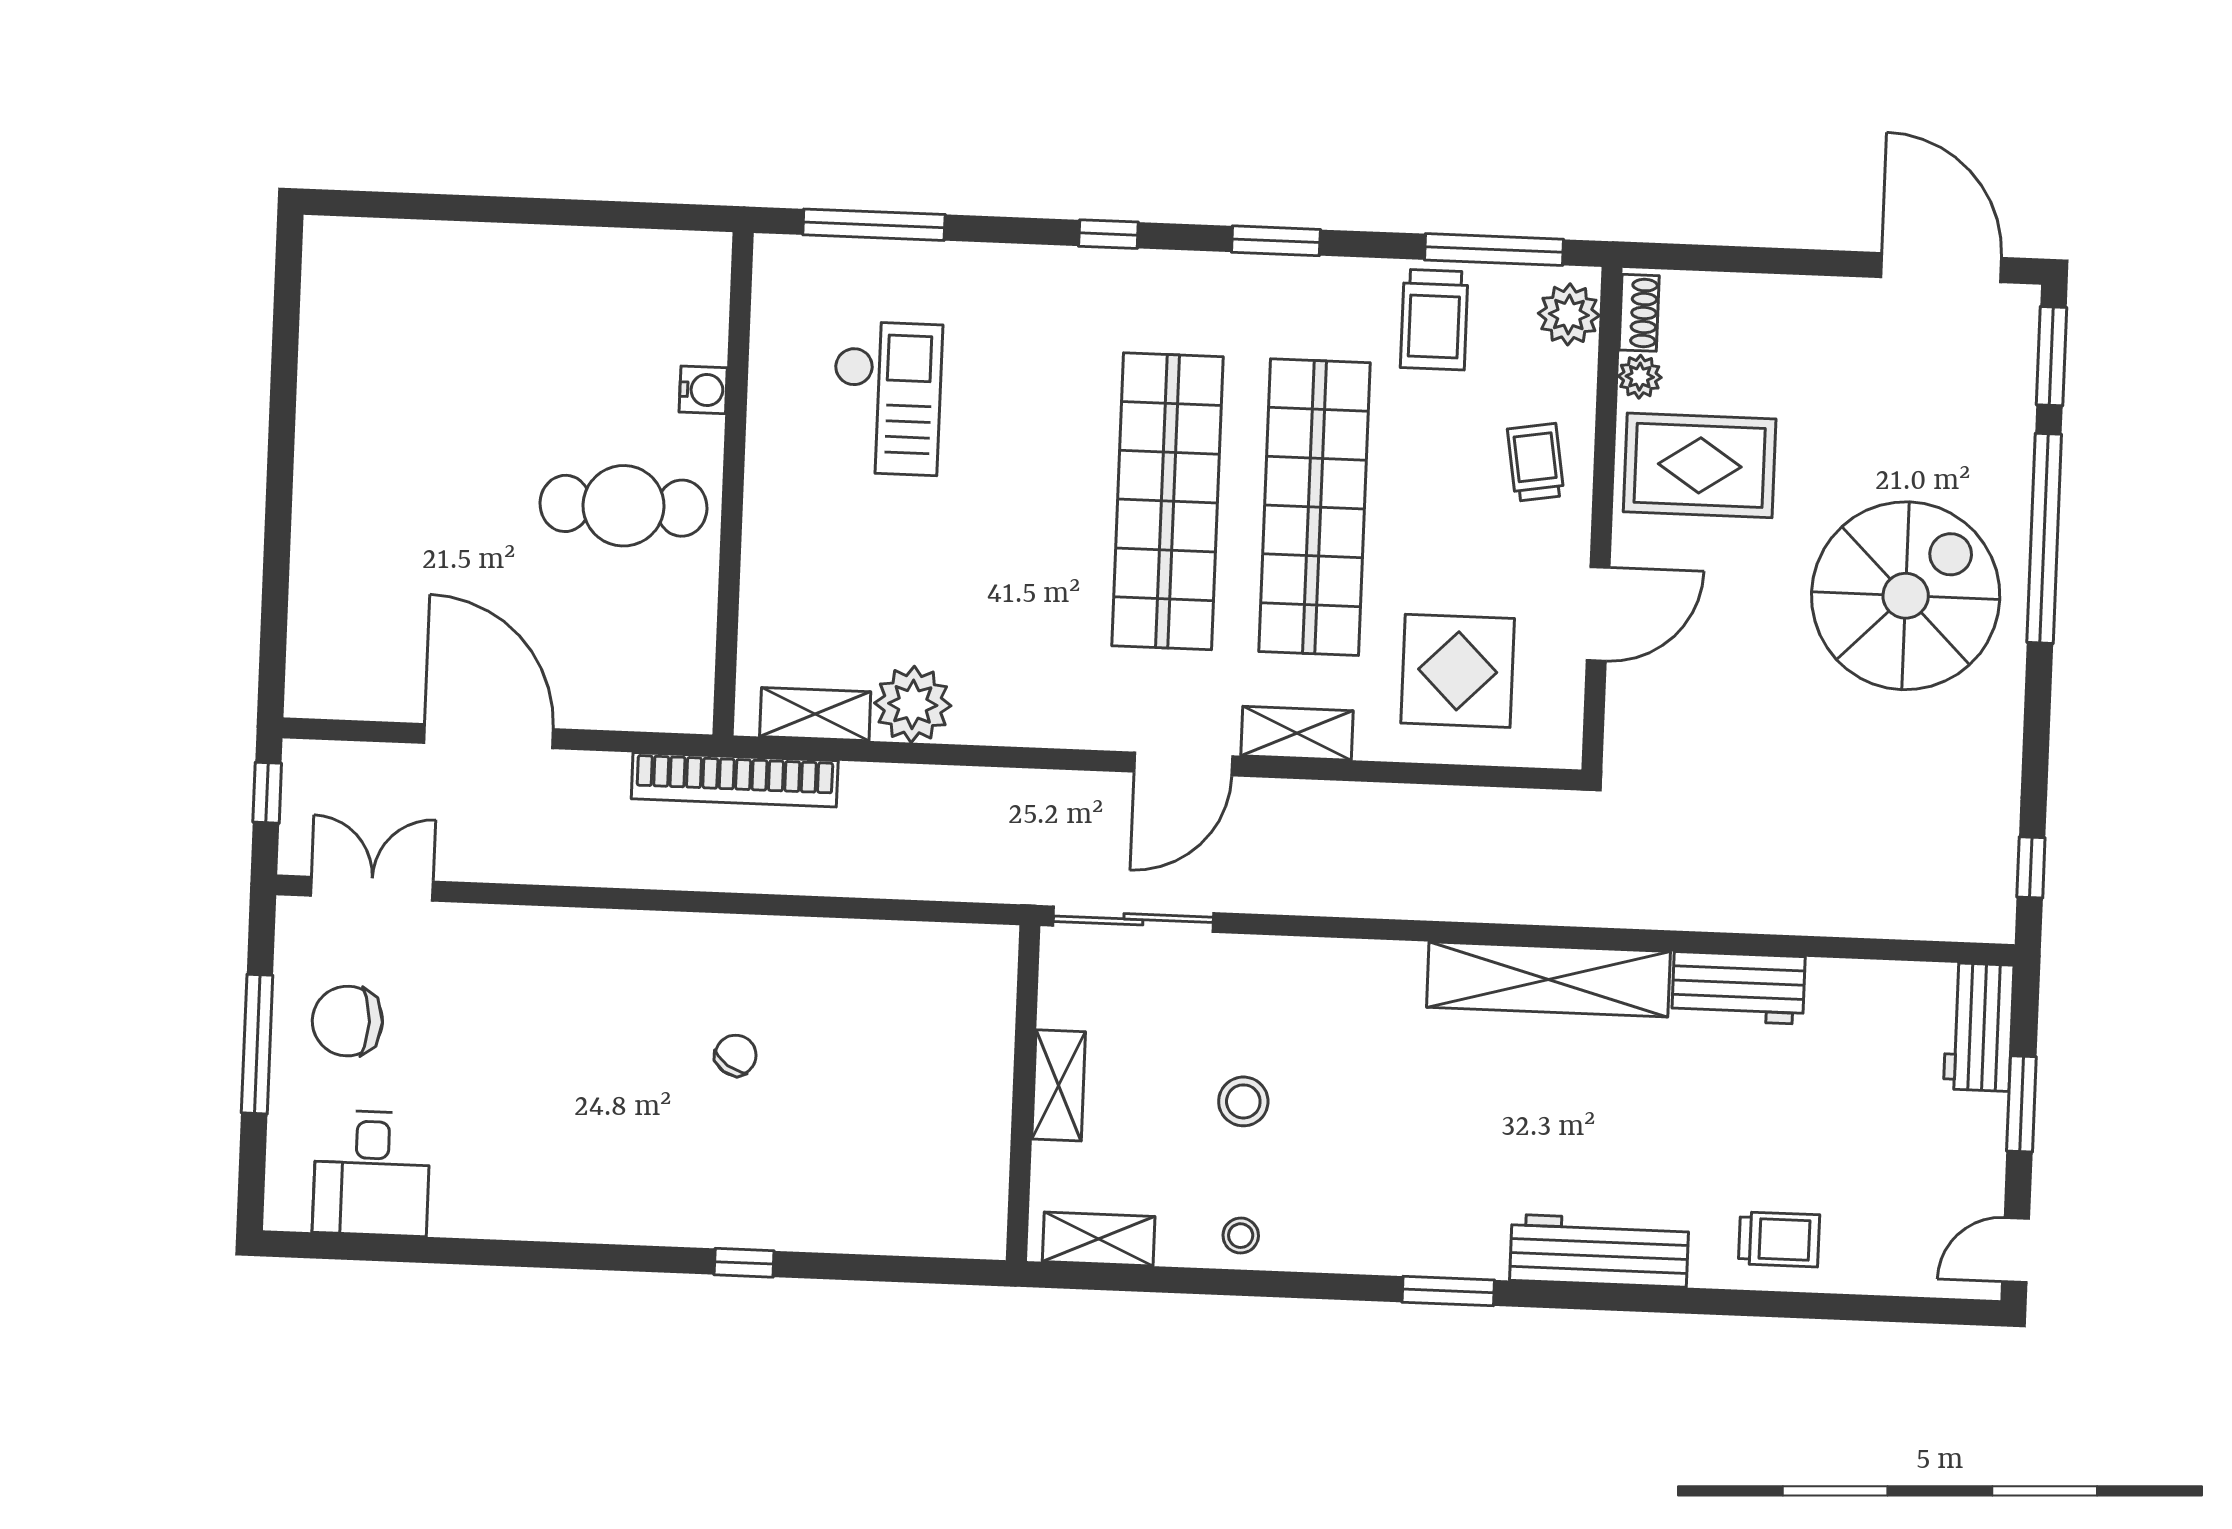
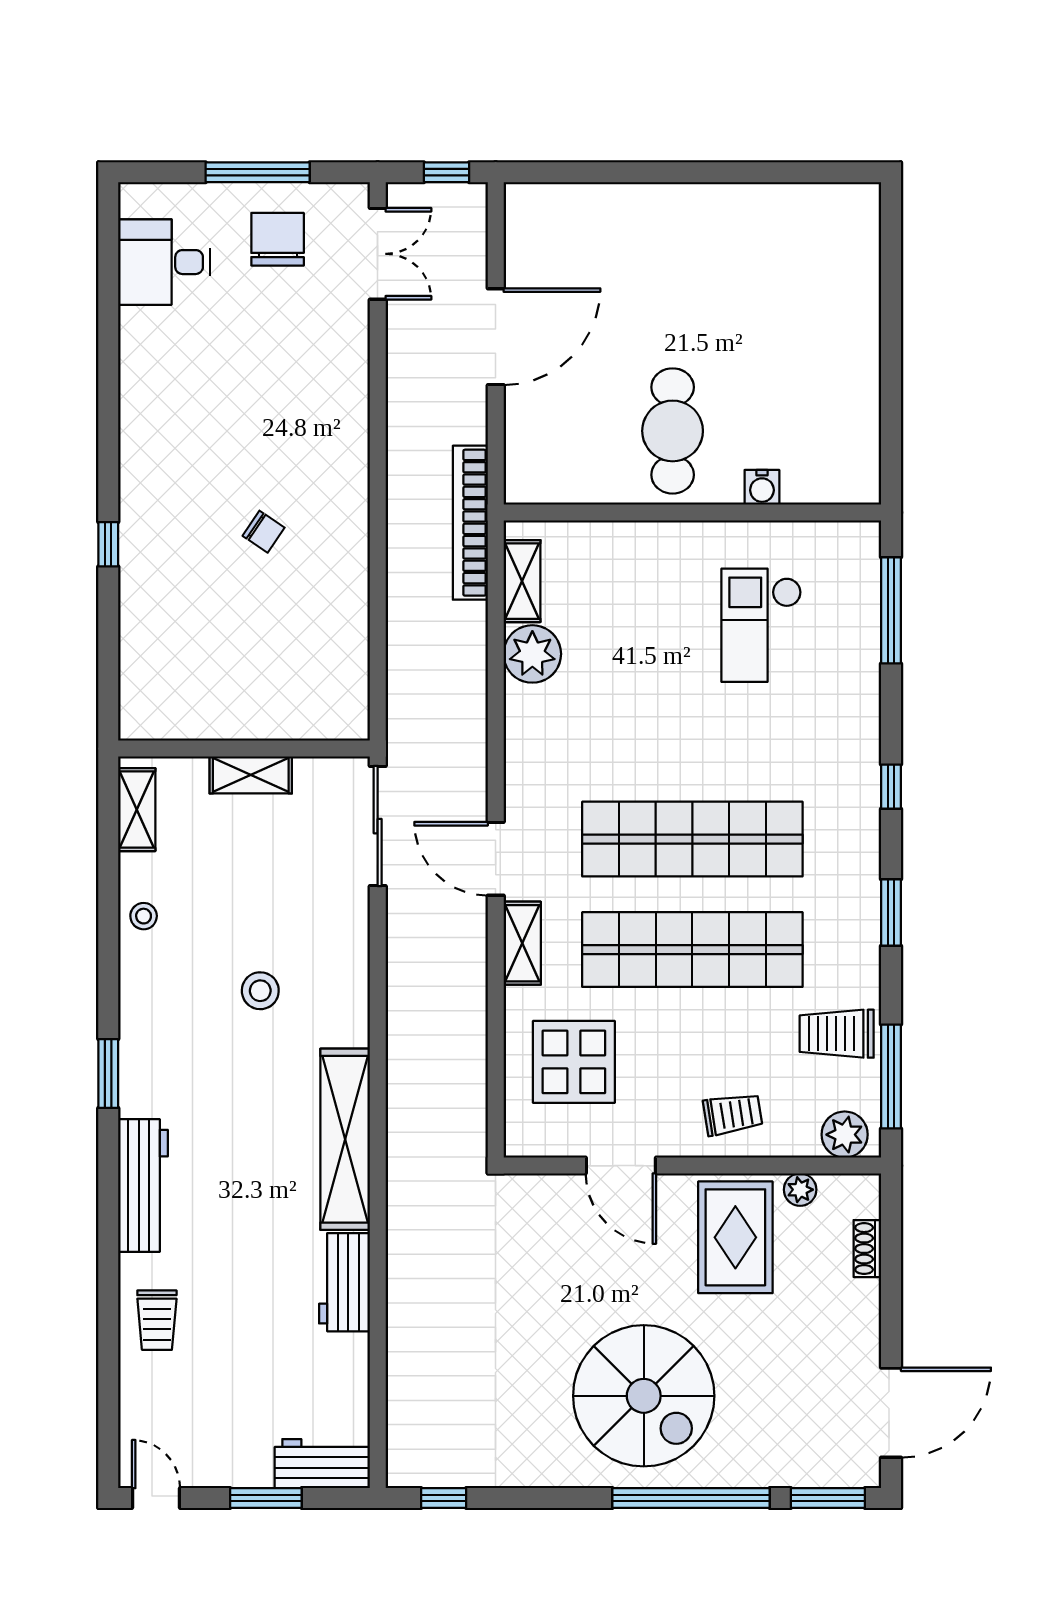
shoe rack: (1639, 313) -> (867, 1249), moved, turned 90
checkout: (887, 398) -> (761, 625), turned 90
stool: (1243, 1101) -> (260, 991), moved

